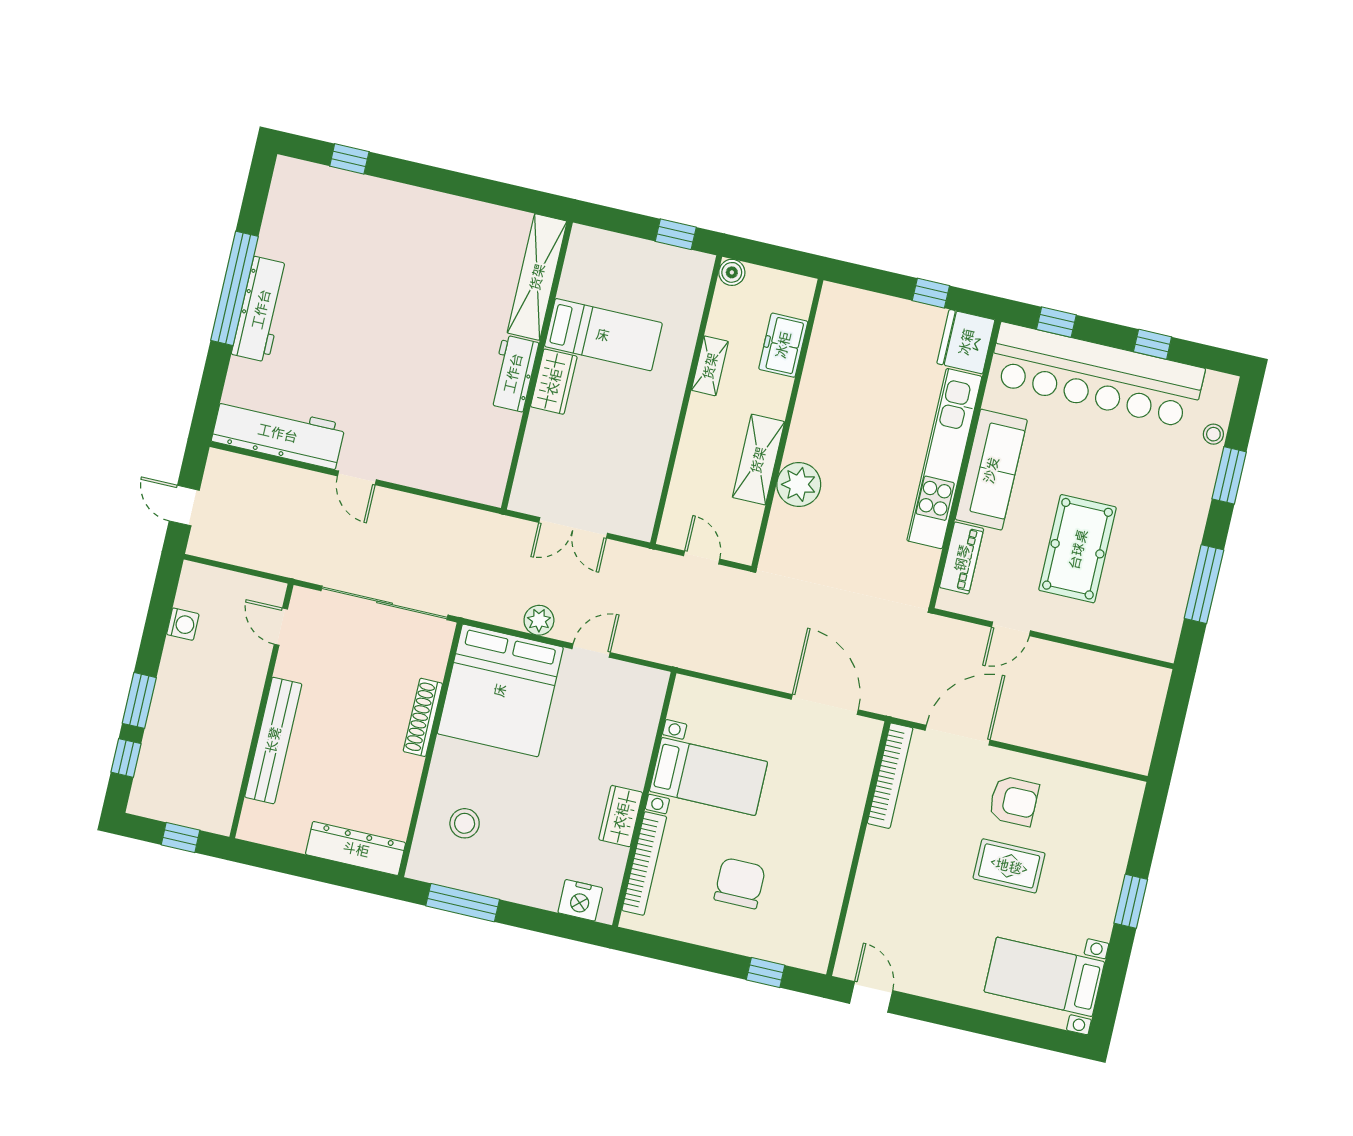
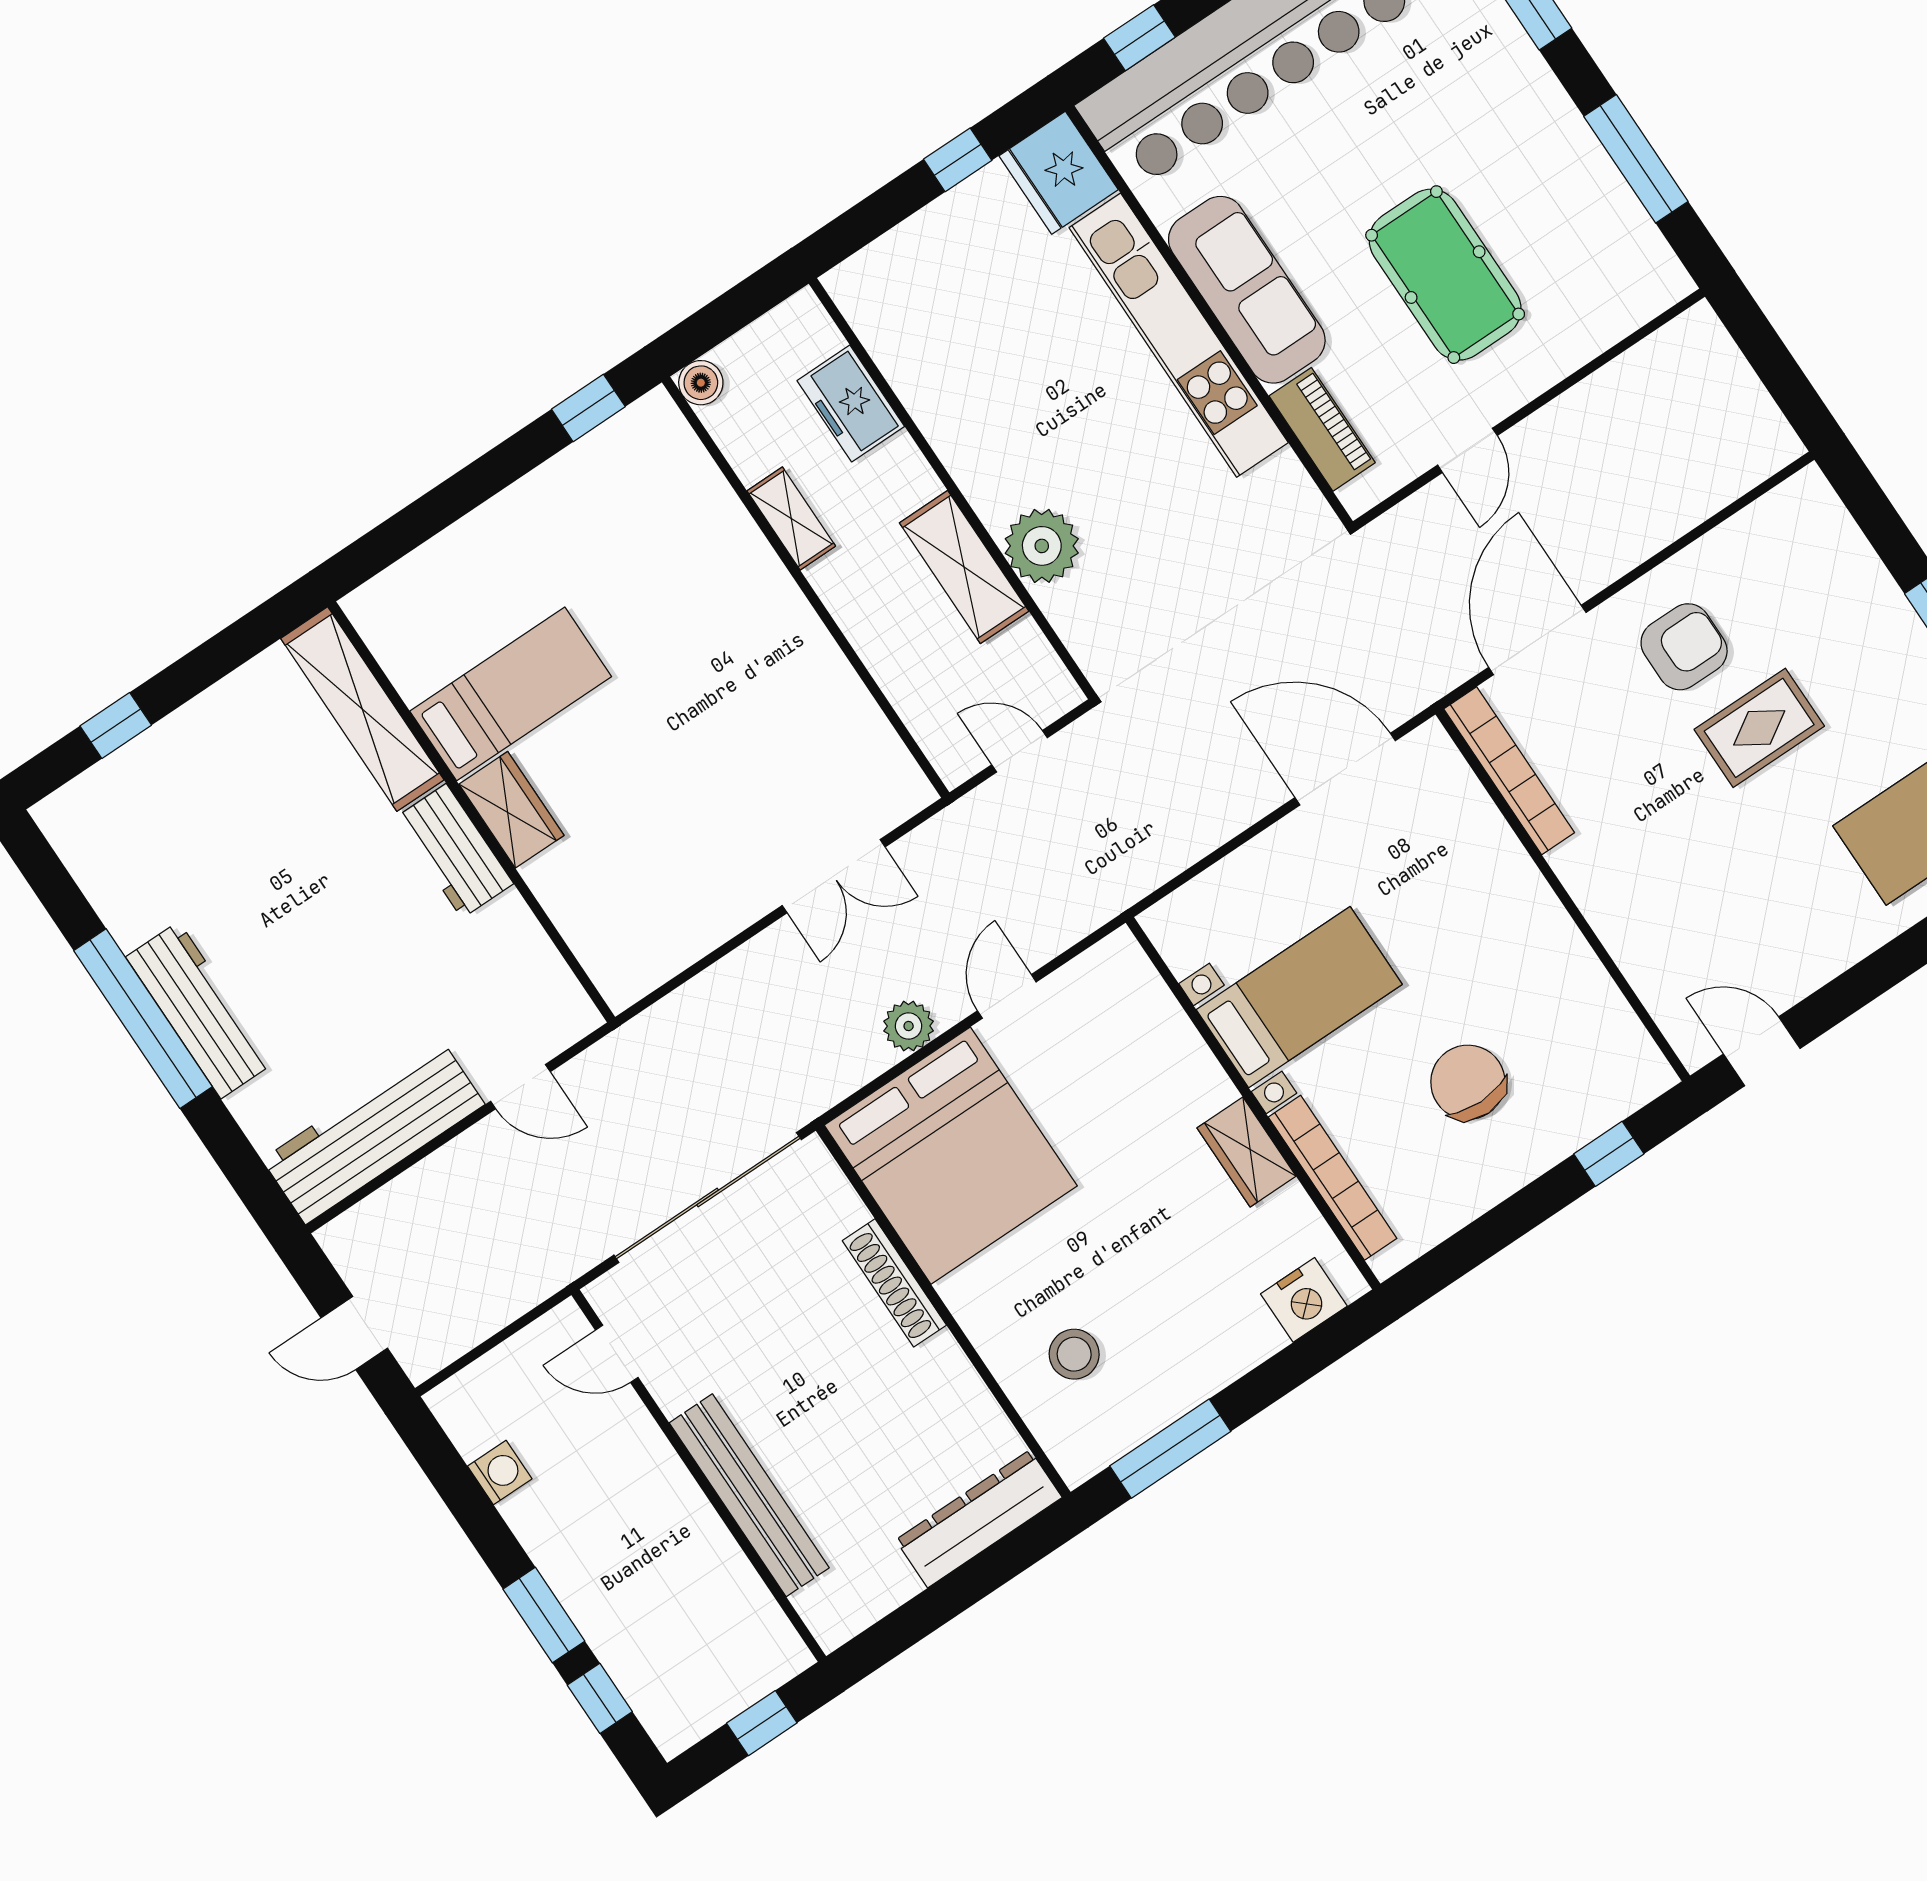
shelving: (537, 277) -> (362, 709), moved
bed: (603, 335) -> (511, 694), moved
wall: (537, 365) -> (471, 812), moved
workbench: (513, 373) -> (454, 851), moved
wardrobe: (554, 382) -> (511, 810), moved

